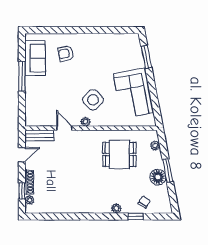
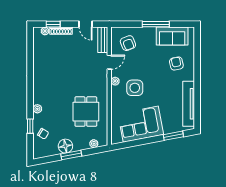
tv unit: (111, 40) -> (189, 104), added
side table: (93, 100) -> (135, 88), turned 45
armchair: (43, 107) -> (128, 43), added

